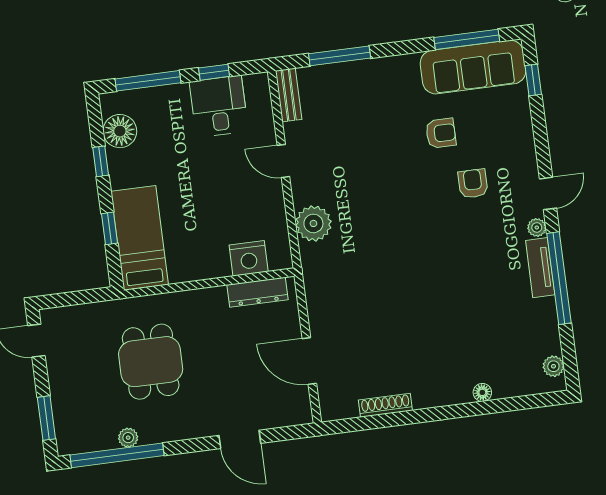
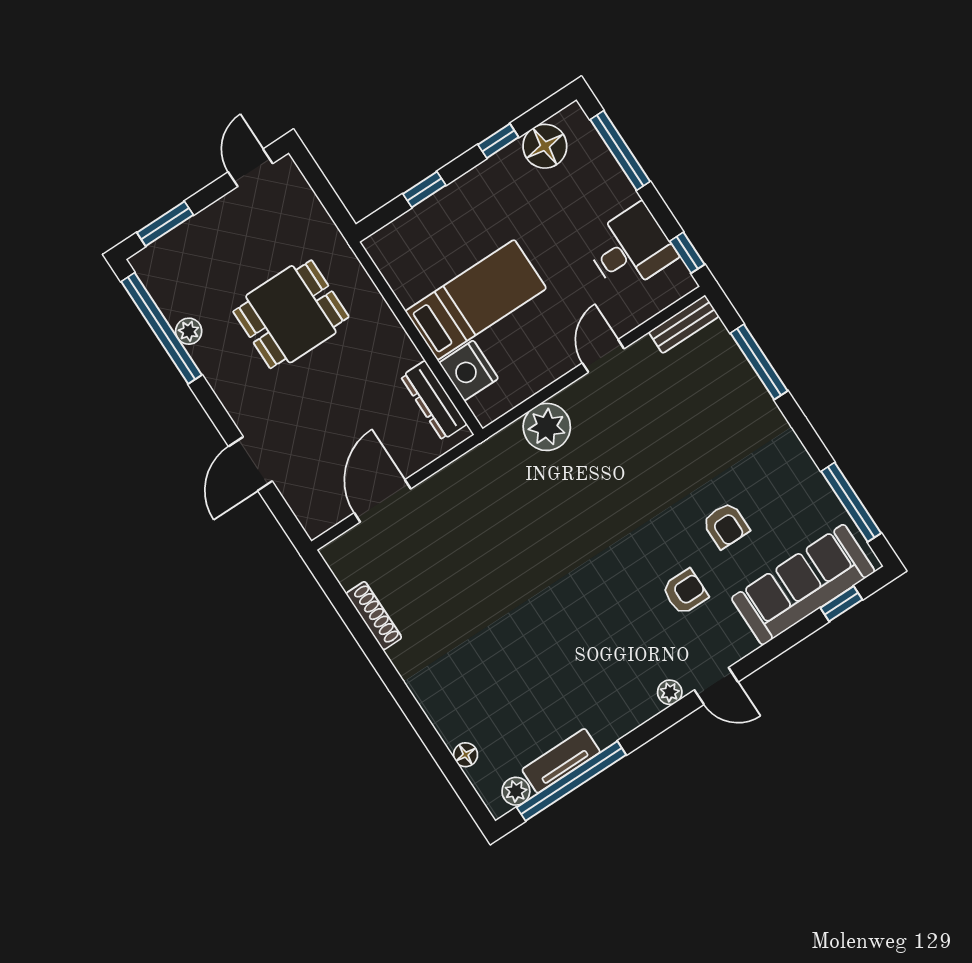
sofa: (473, 67) -> (803, 585), moved, turned 90
window: (214, 72) -> (687, 253), moved
bed: (140, 238) -> (476, 300), moved
tv unit: (540, 268) -> (561, 761), moved
window: (559, 278) -> (571, 781), moved
floor lamp: (482, 392) -> (466, 755), moved

